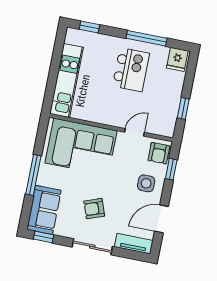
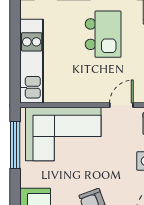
window: (33, 175) -> (15, 145), moved

